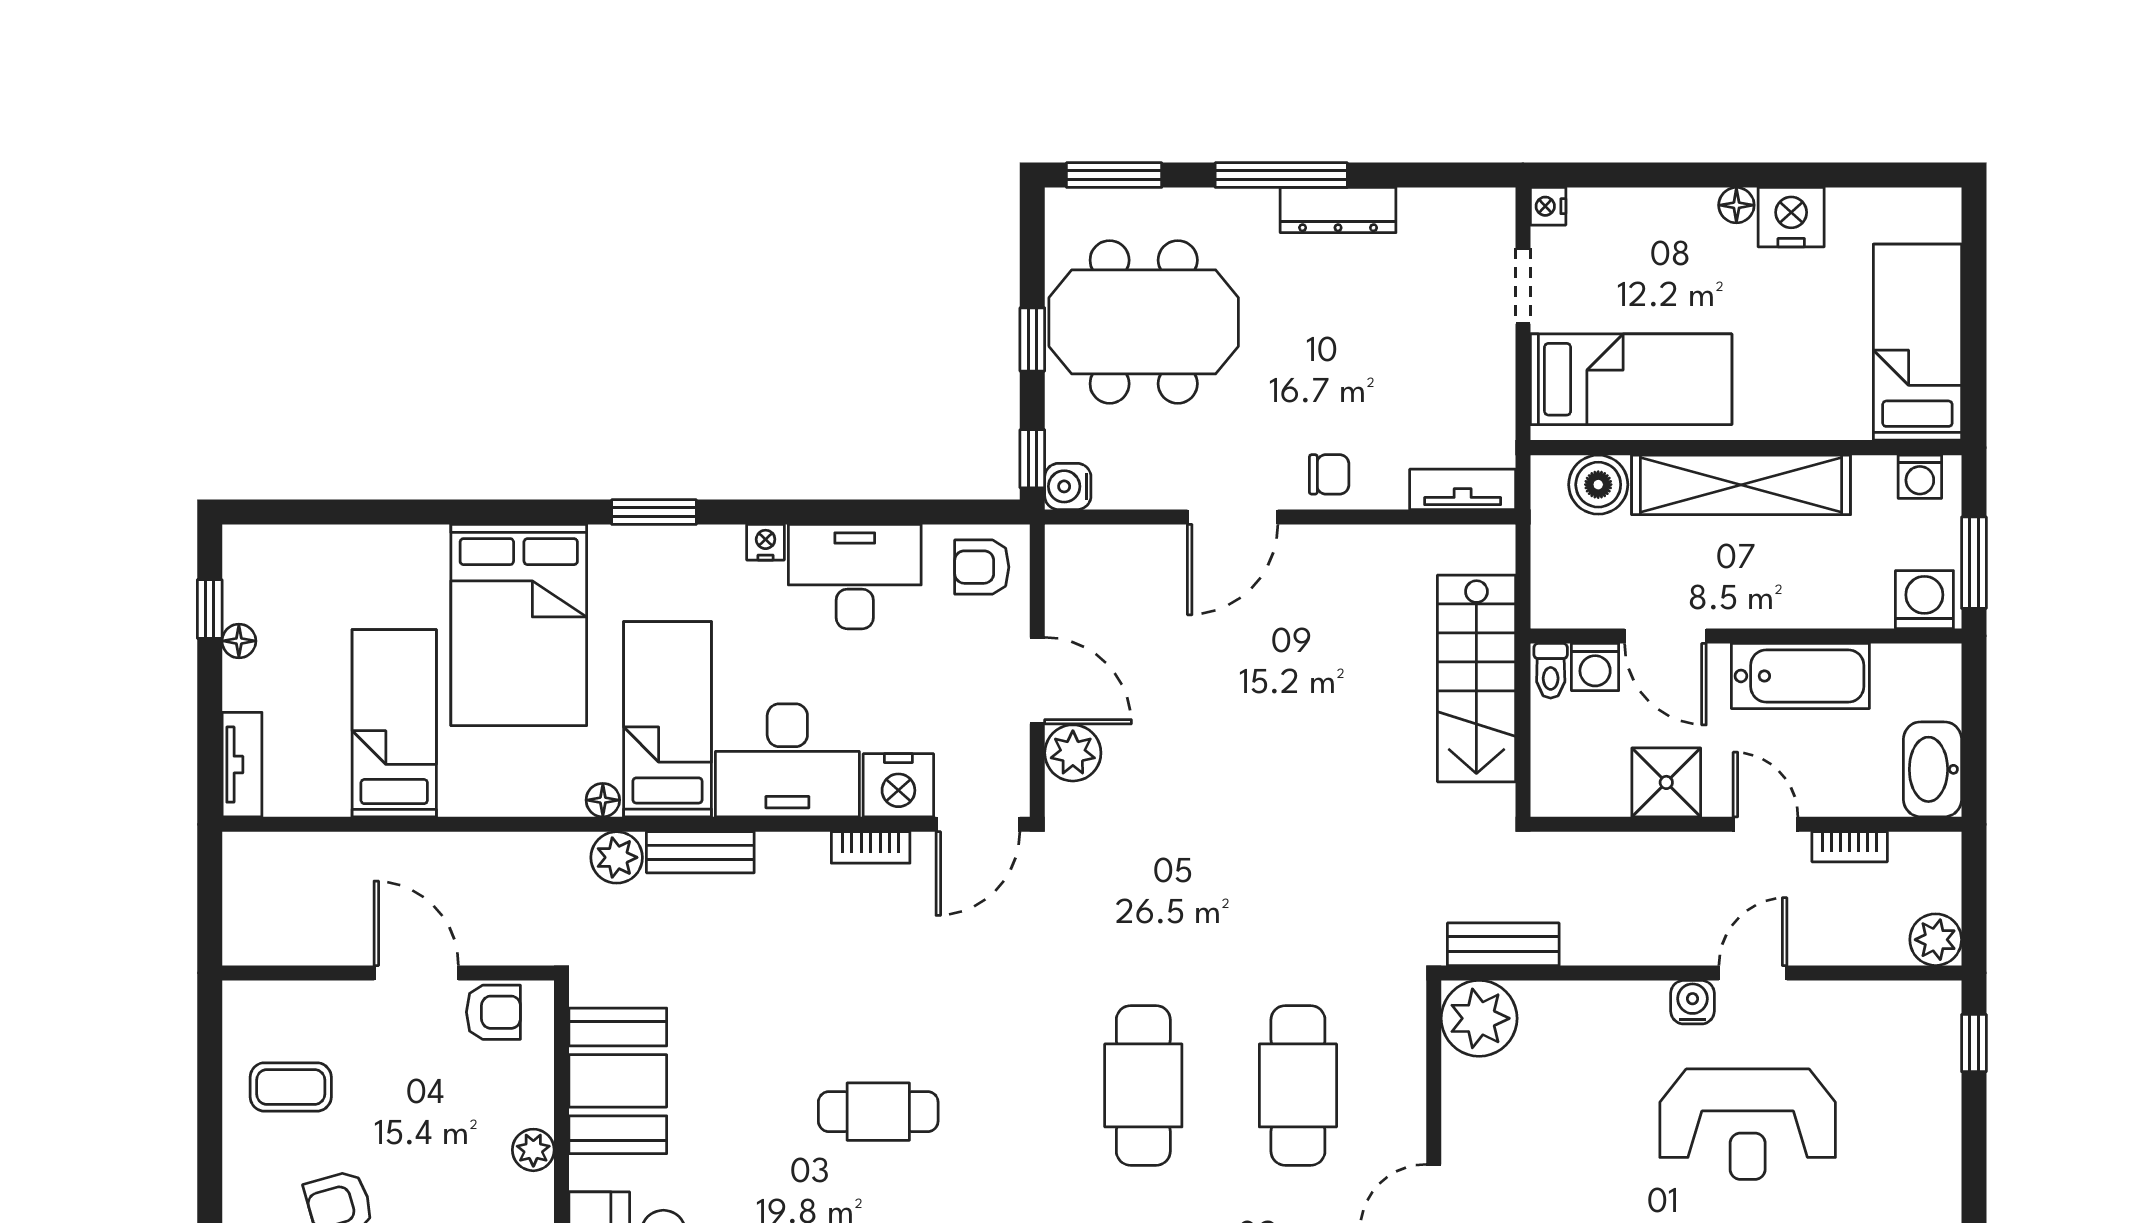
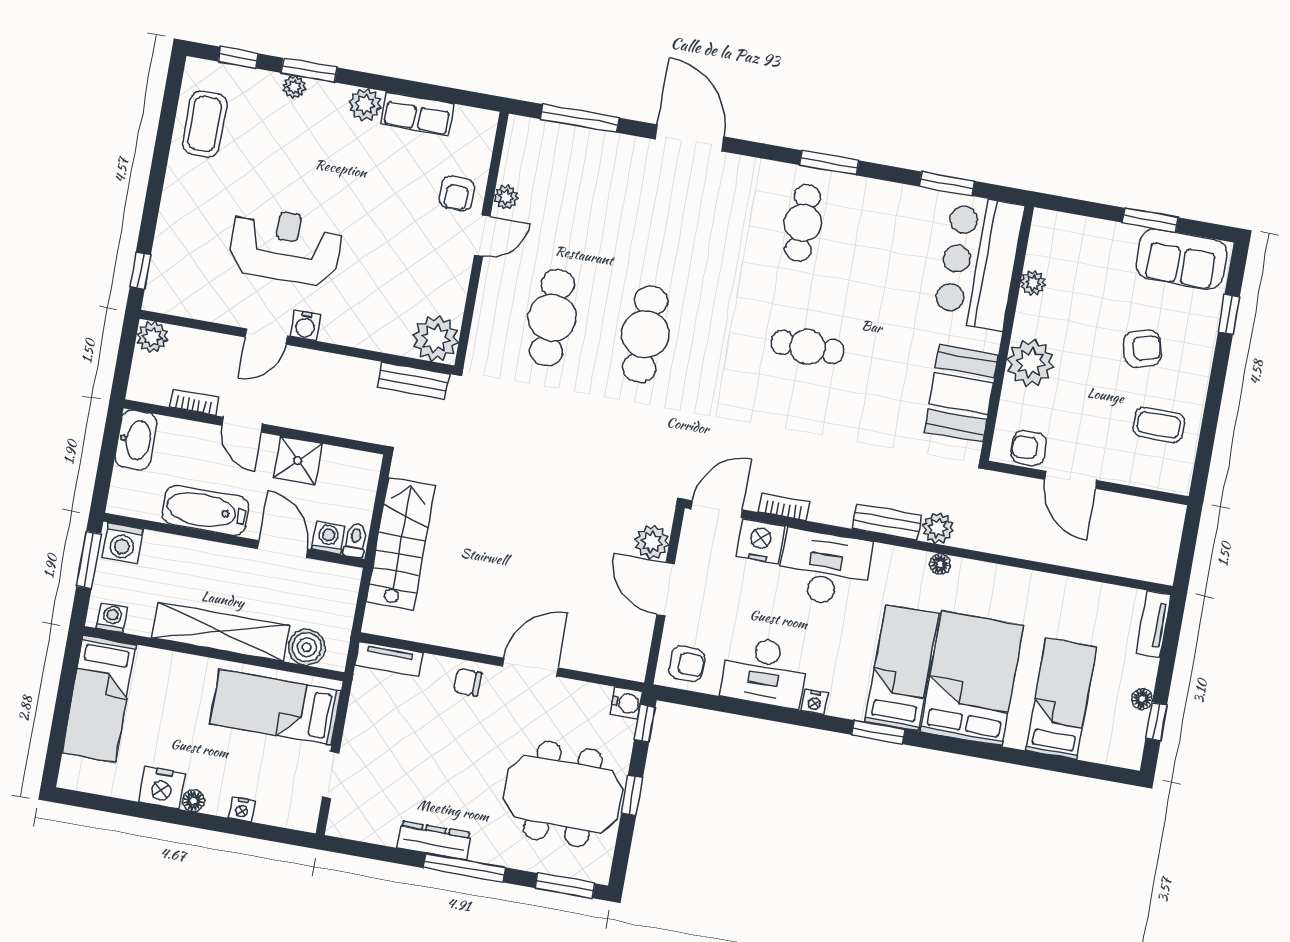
nightstand: (1548, 206) -> (242, 809), moved, turned 90
bed: (667, 719) -> (902, 668), moved, turned 180
bed: (394, 723) -> (1061, 699), moved, turned 180
plant: (533, 1150) -> (1030, 363), width x1.88, depth x1.88

